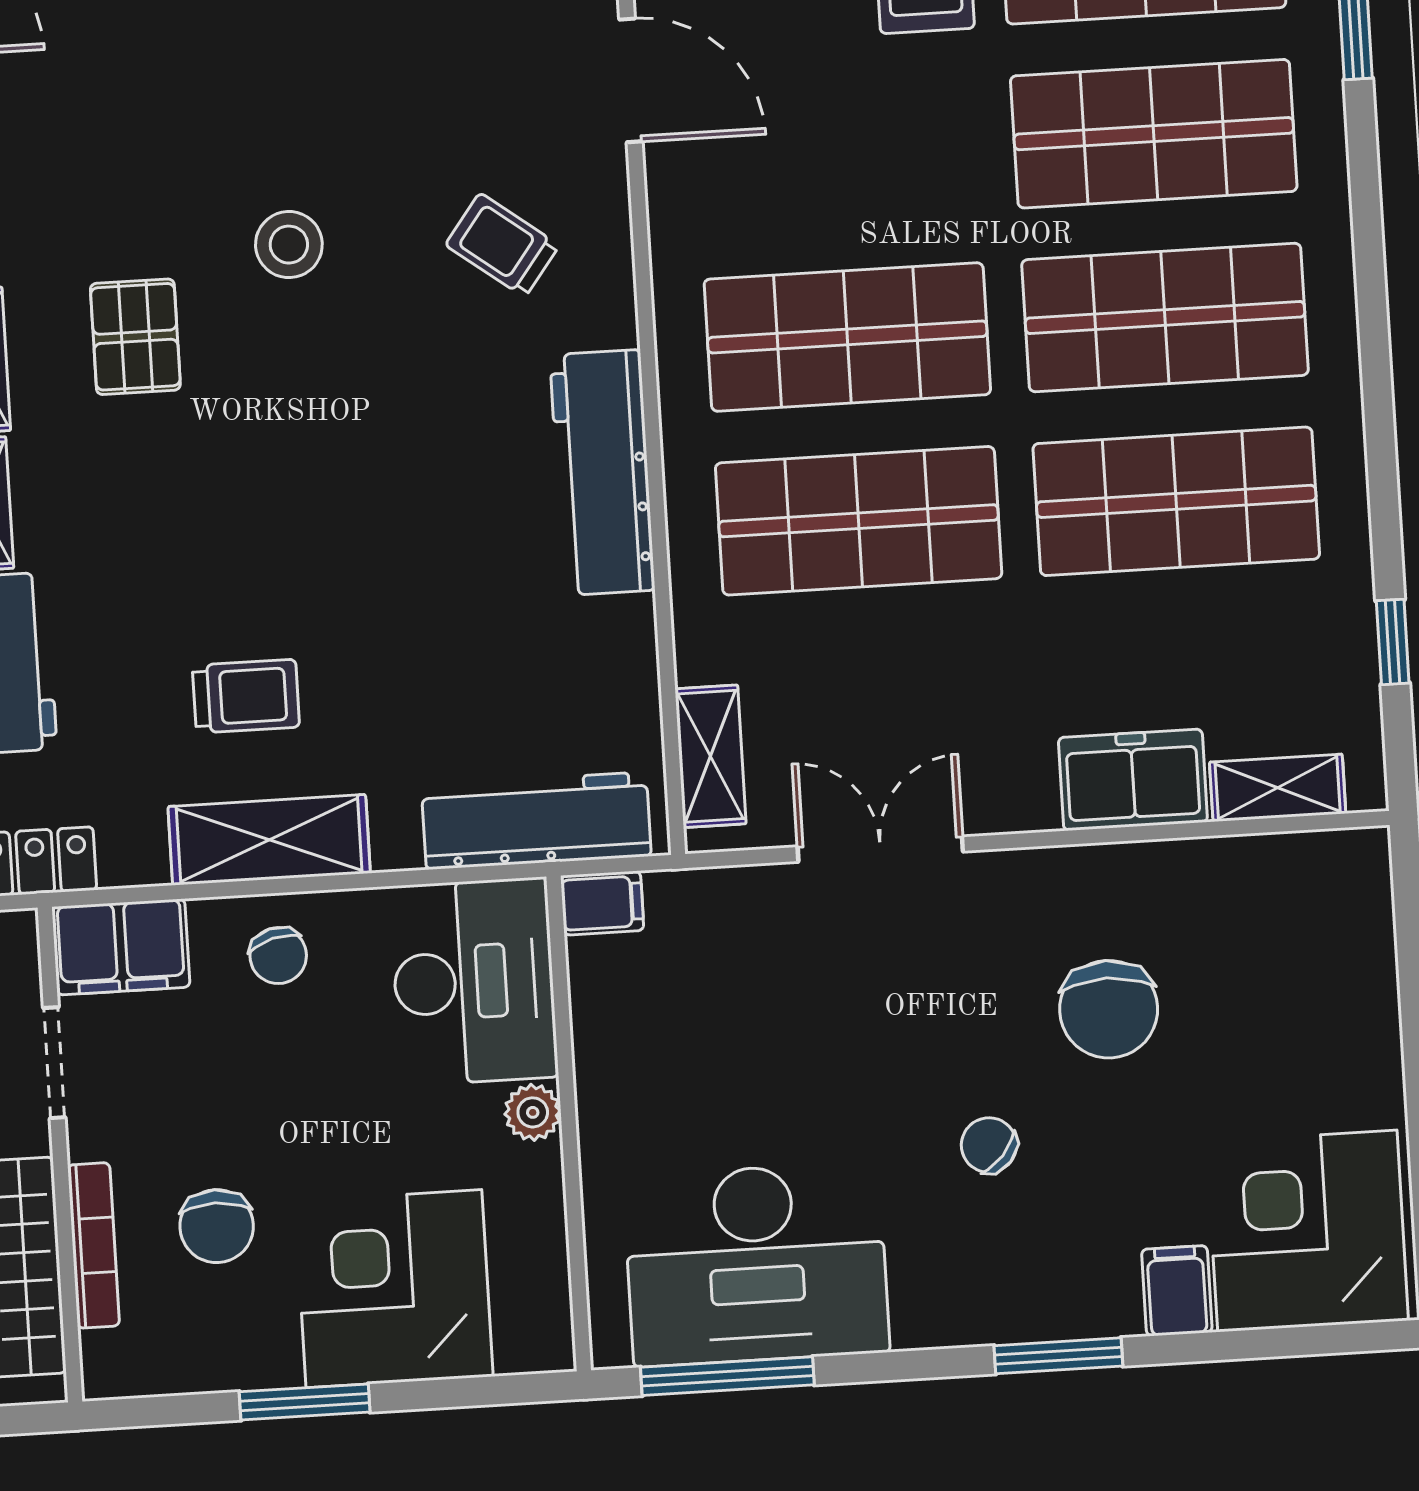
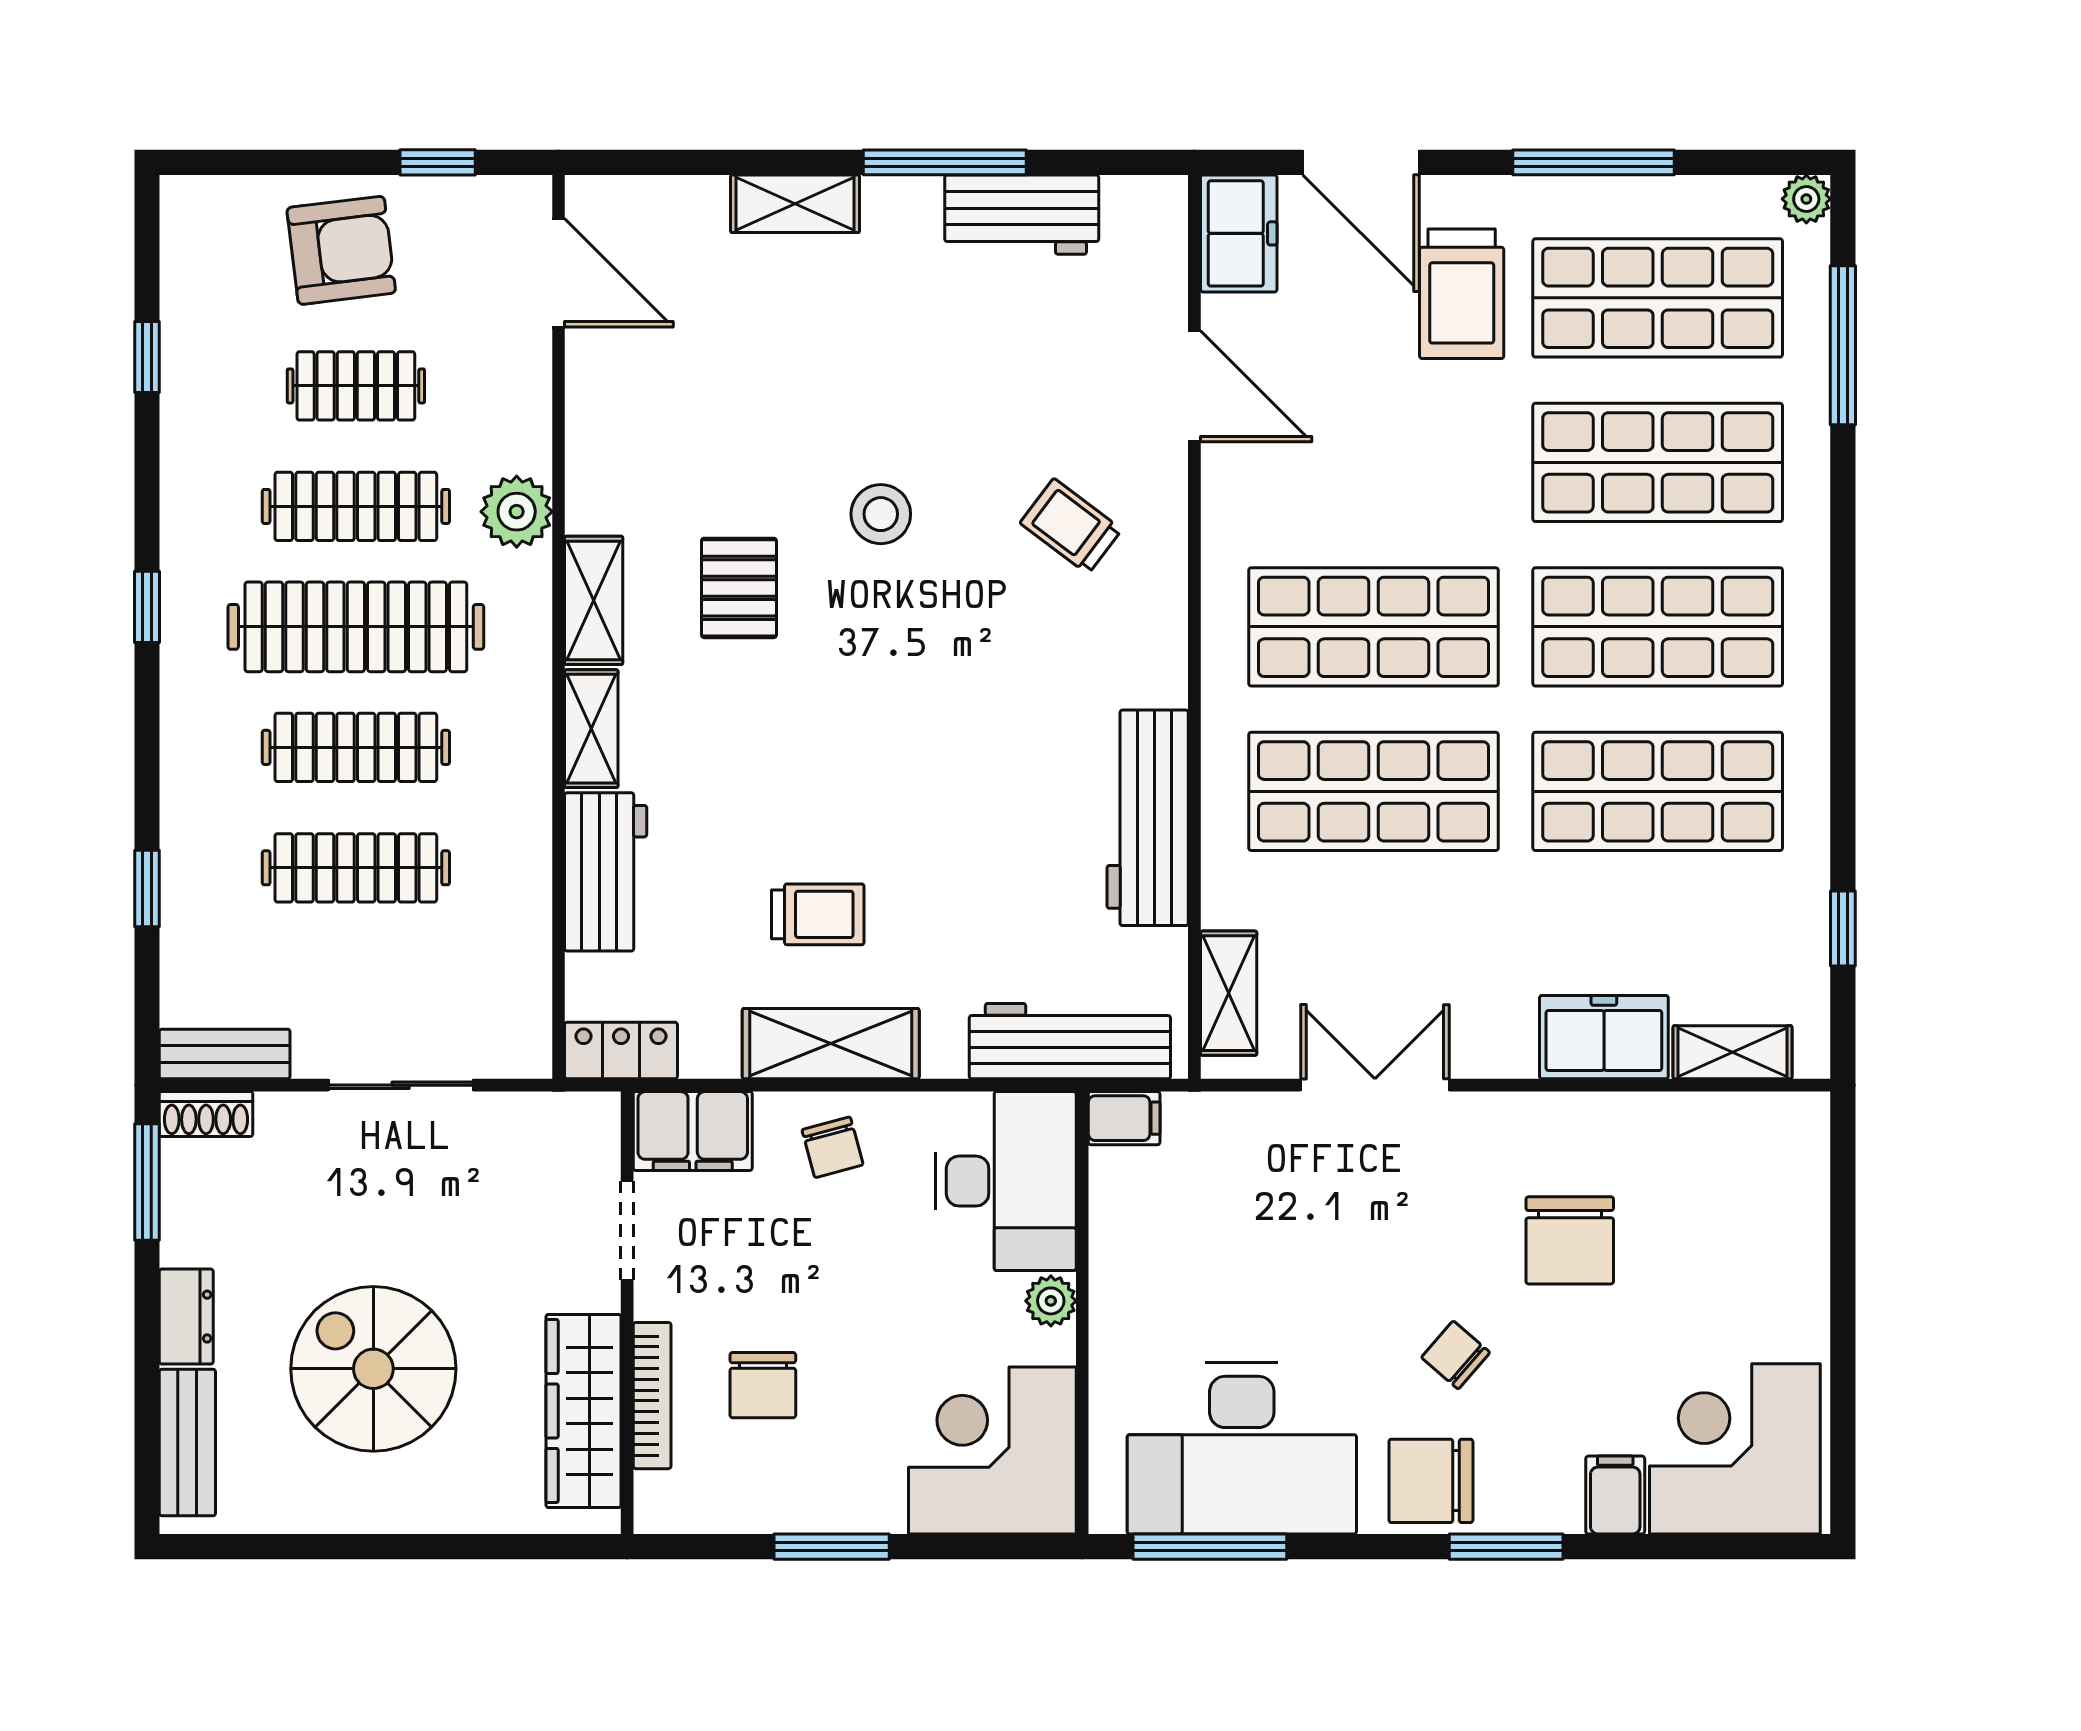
workbench: (602, 473) -> (1148, 818), moved
chair: (970, 1288) -> (1431, 1481), added
corner desk: (394, 1289) -> (992, 1450), moved

